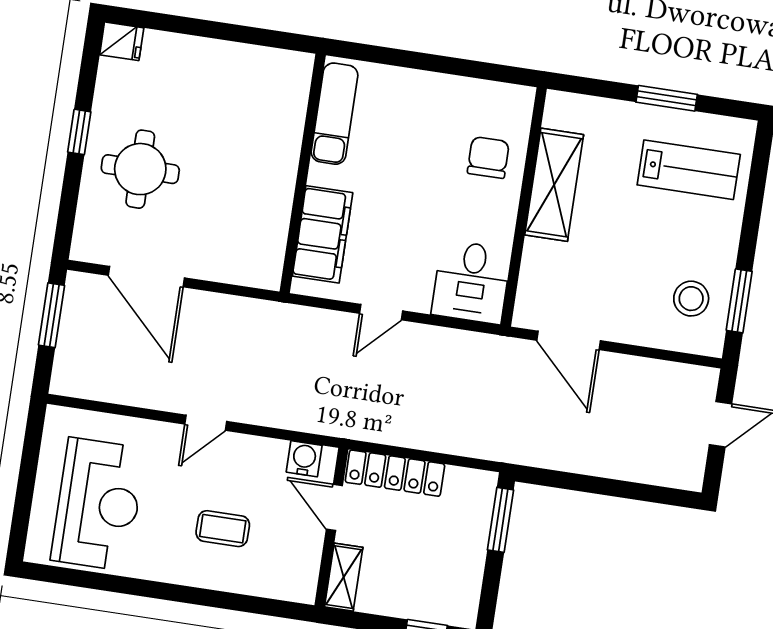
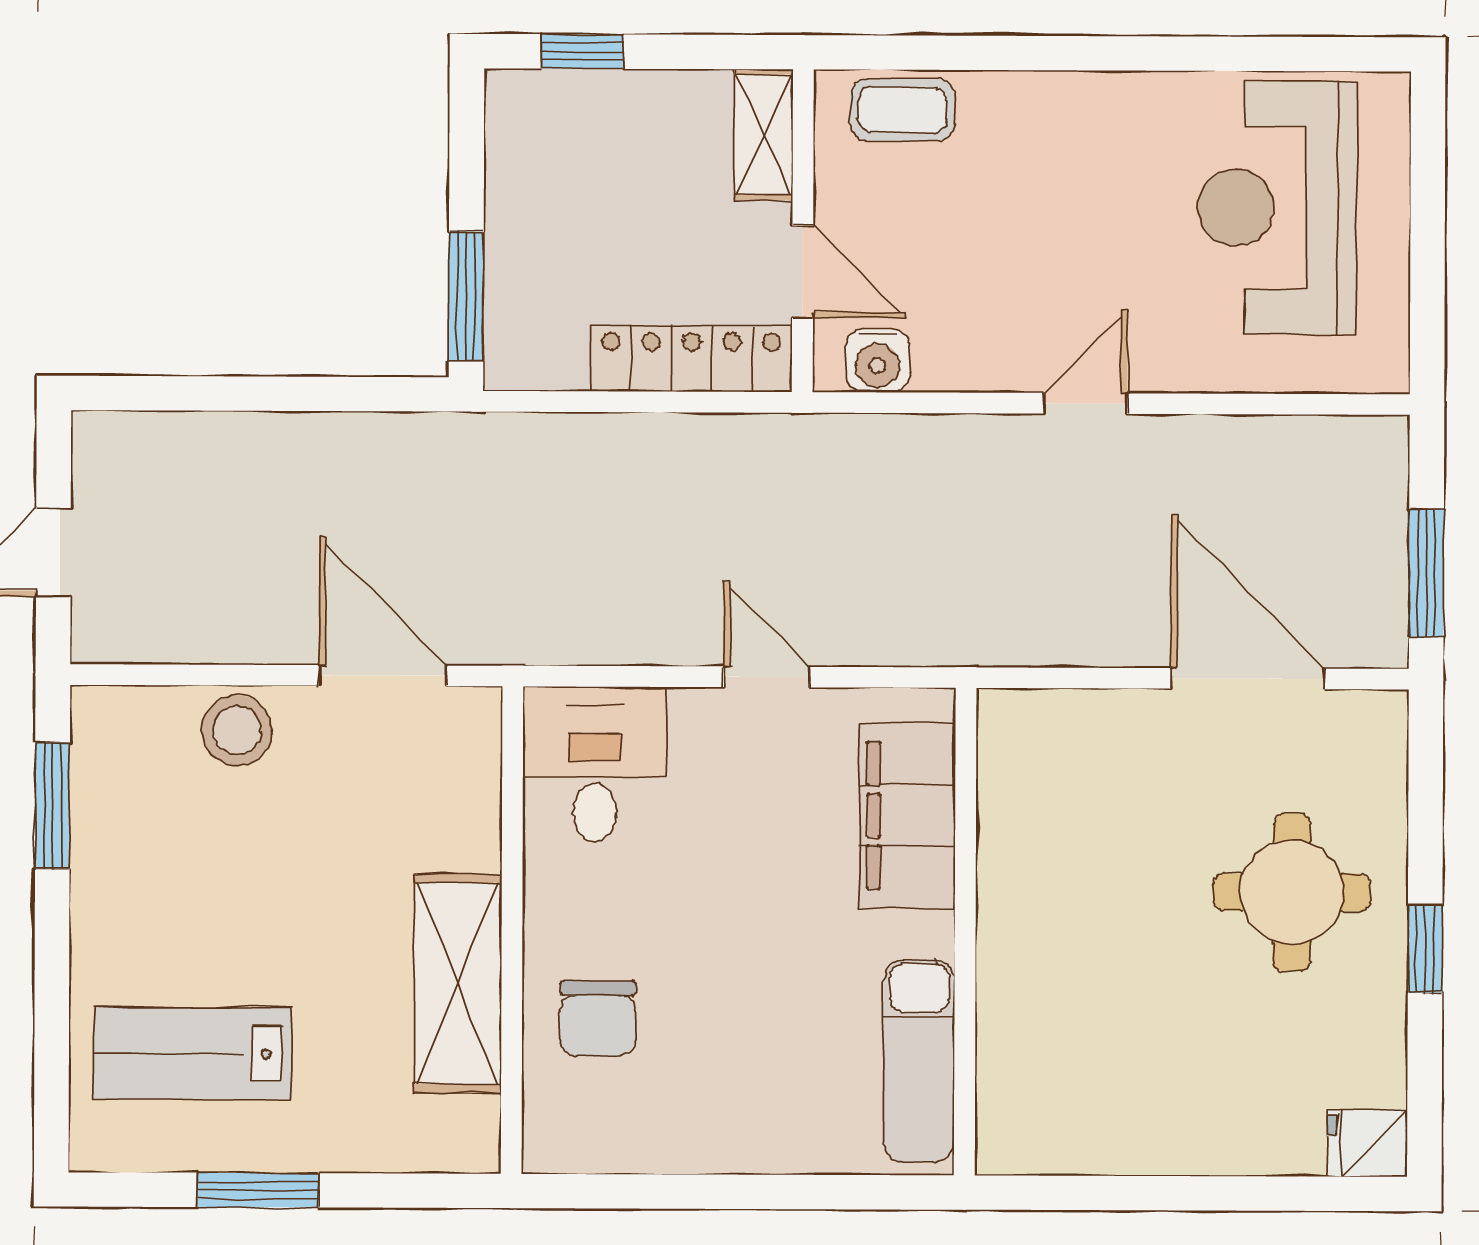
stool: (691, 299) -> (237, 730), moved
door: (381, 312) -> (767, 677), hinge flipped
coffee table: (223, 529) -> (903, 110), moved

